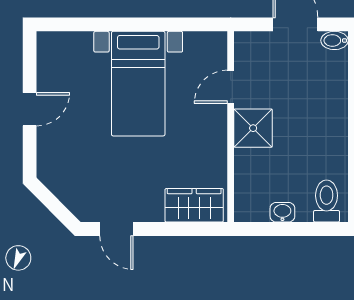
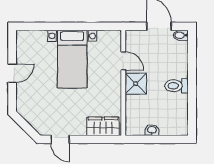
door: (231, 87) -> (123, 61), swing flipped
toilet: (327, 201) -> (177, 86), moved, turned -90

